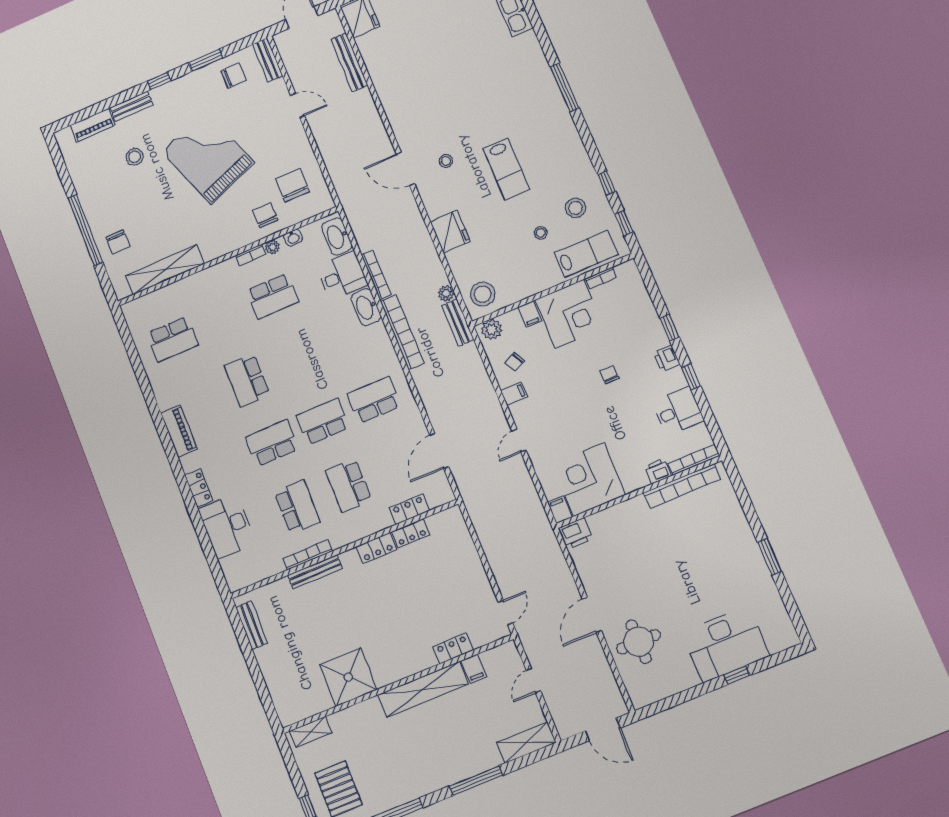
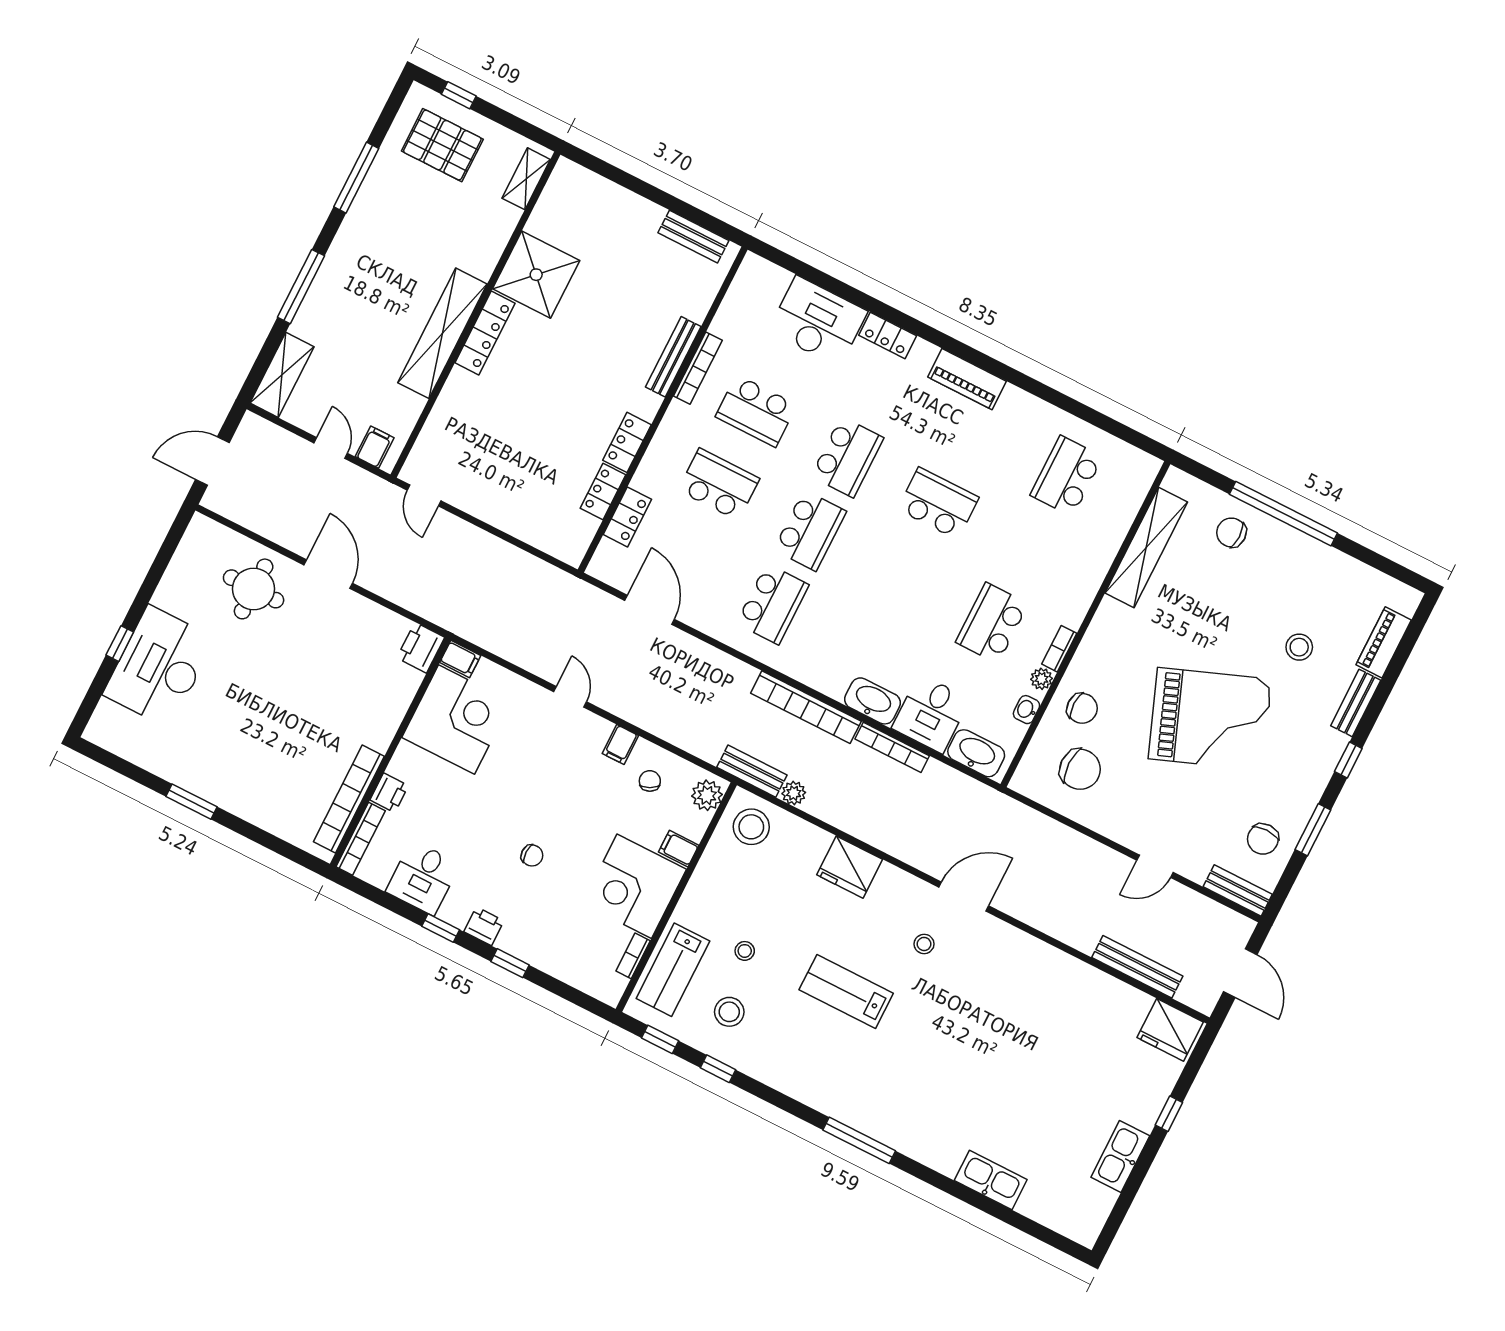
locker: (453, 648) -> (485, 333), moved, width x1.53
filing cabinet: (474, 669) -> (375, 447), moved, turned 90

